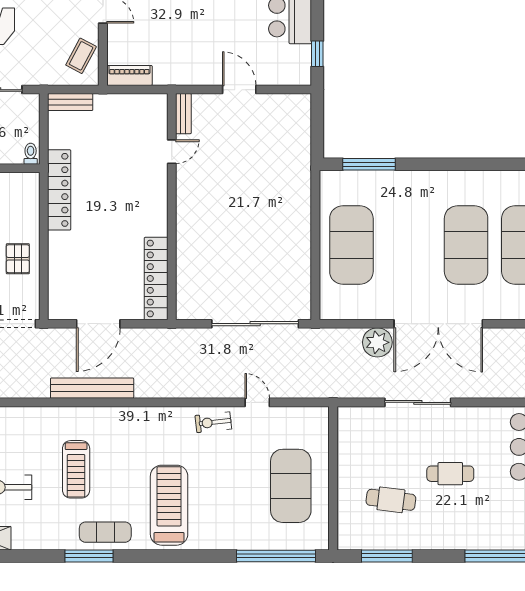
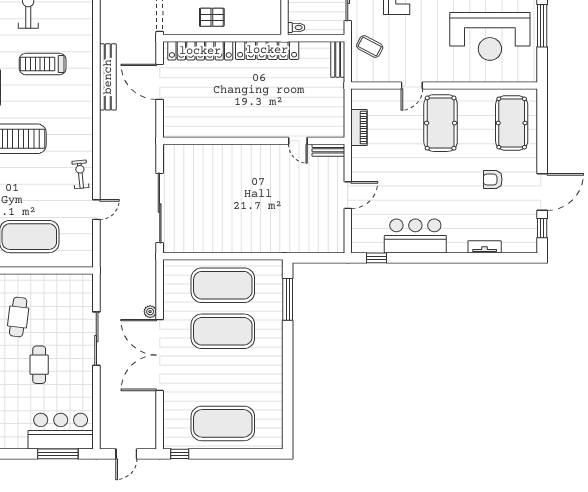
coffee table: (81, 56) -> (370, 47), moved
piano: (129, 75) -> (359, 128), moved
exercise mat: (466, 245) -> (223, 331), moved
locker: (156, 278) -> (200, 51), moved, turned 180
plant: (377, 342) -> (150, 312), width x0.53, depth x0.53

